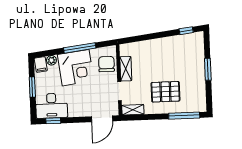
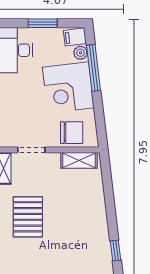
window: (80, 48) -> (94, 68), moved
shelving: (126, 69) -> (79, 160), moved

